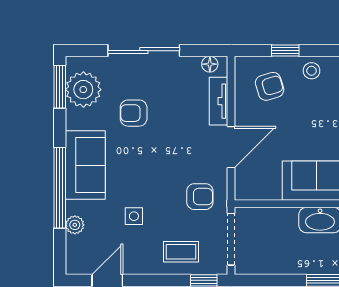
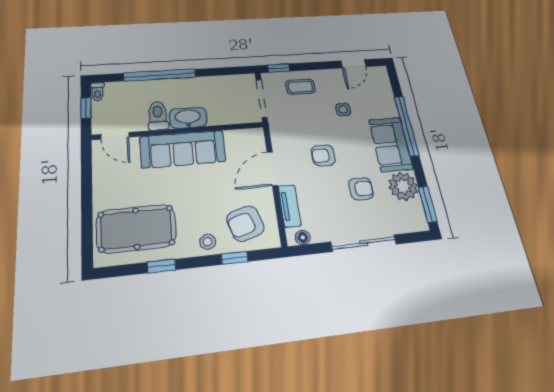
armchair: (270, 86) -> (245, 223), width x1.38, depth x1.38
plant: (83, 90) -> (403, 186), moved
armchair: (200, 197) -> (323, 155), moved
plant: (75, 225) -> (388, 100), removed

